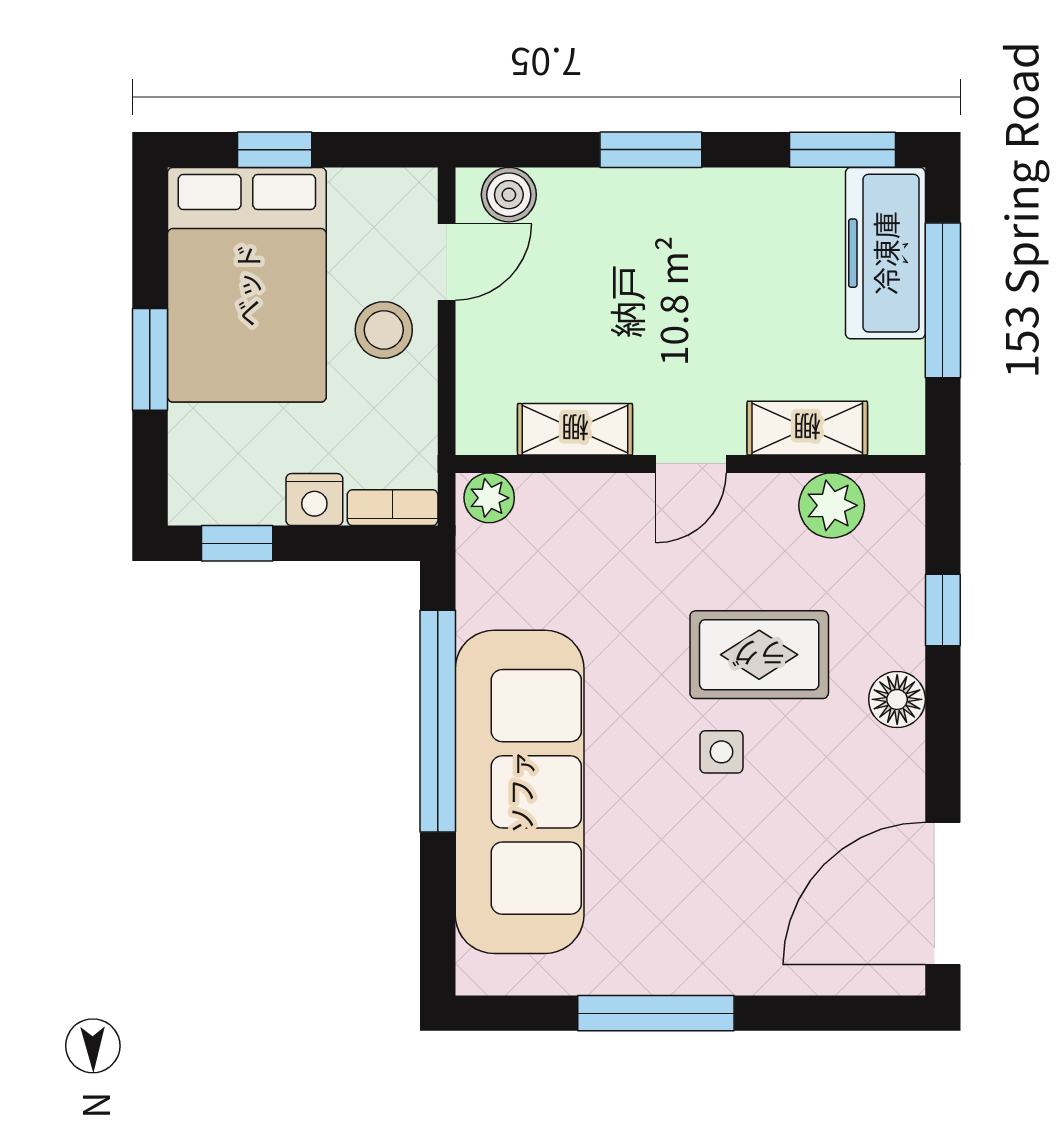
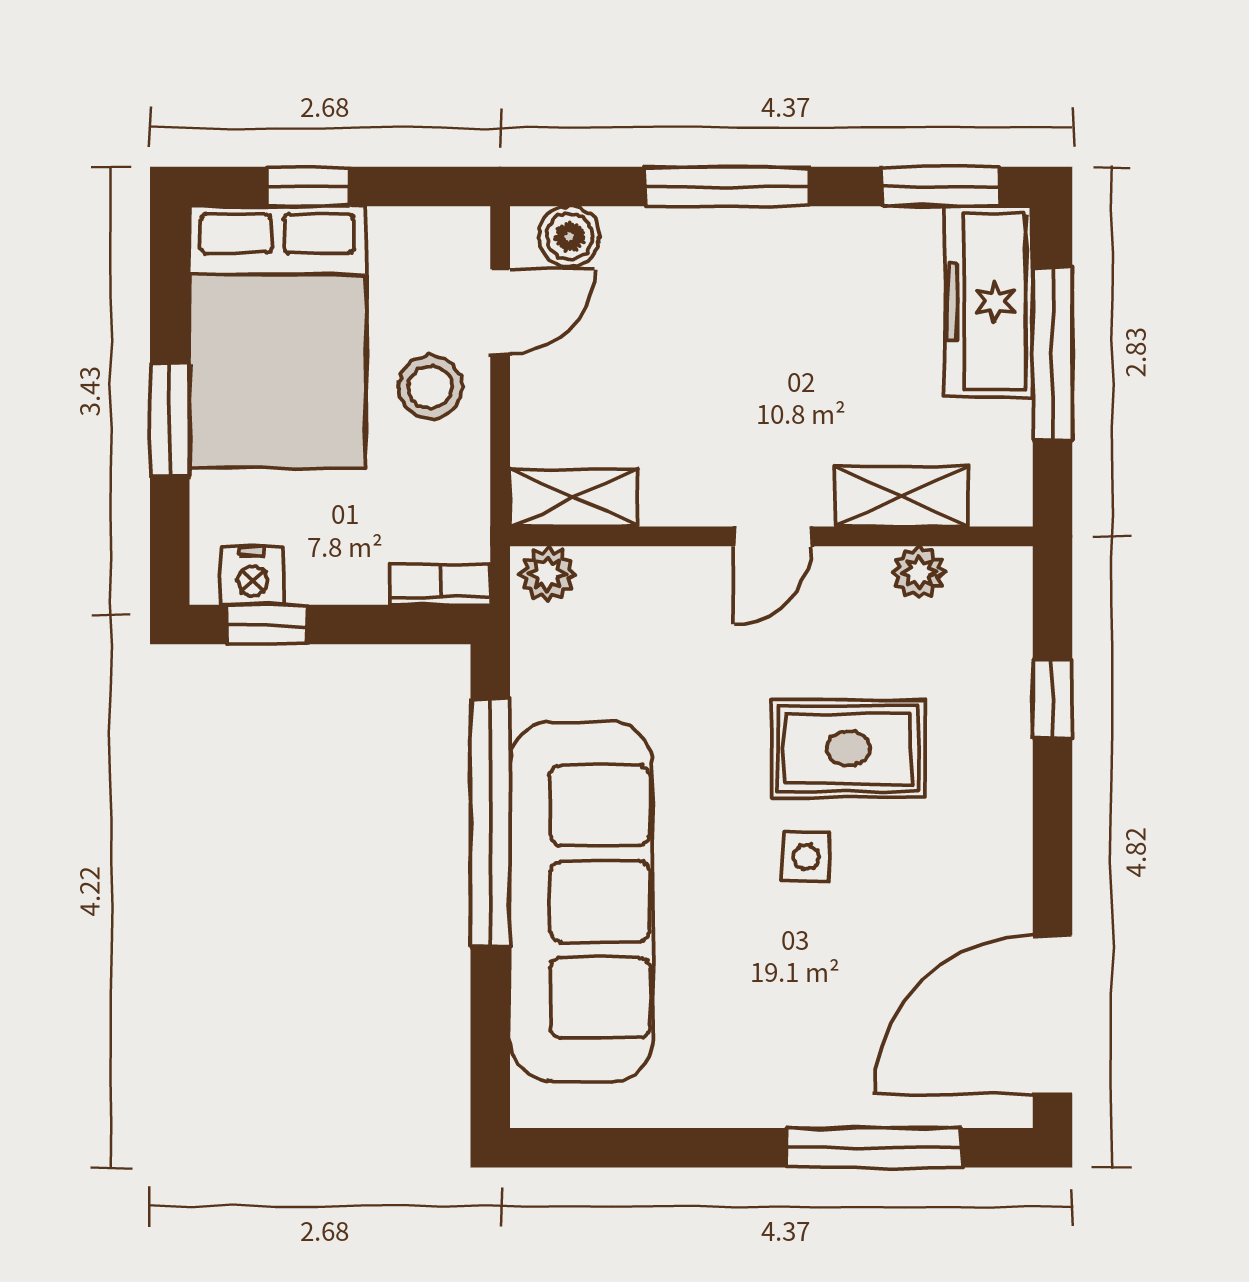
window: (651, 150) -> (728, 186), width x1.44
shelving: (575, 429) -> (574, 498), moved
nightstand: (314, 500) -> (252, 576), moved
plant: (832, 505) -> (919, 573), width x0.73, depth x0.73
floor lamp: (897, 699) -> (1002, 798), removed
window: (656, 1013) -> (874, 1148), moved

